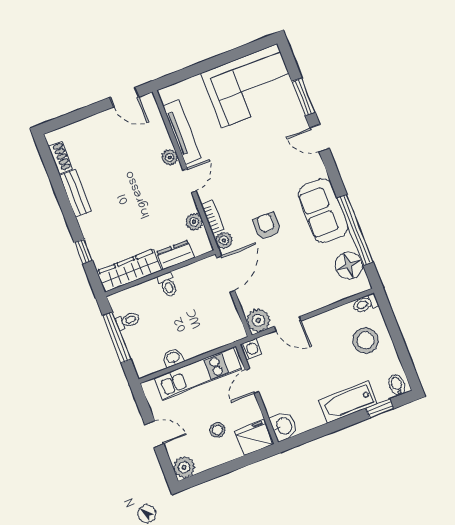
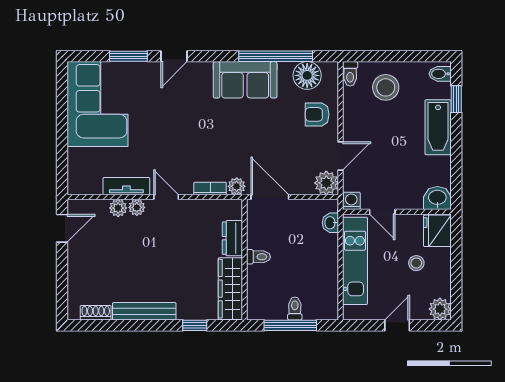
tv unit: (182, 132) -> (126, 186), width x0.71
bench: (75, 193) -> (144, 311), width x1.36
plant: (194, 222) -> (118, 208), moved
armchair: (267, 226) -> (317, 114), moved
toilet: (128, 321) -> (295, 309), moved
washbasin: (173, 358) -> (330, 223), moved

